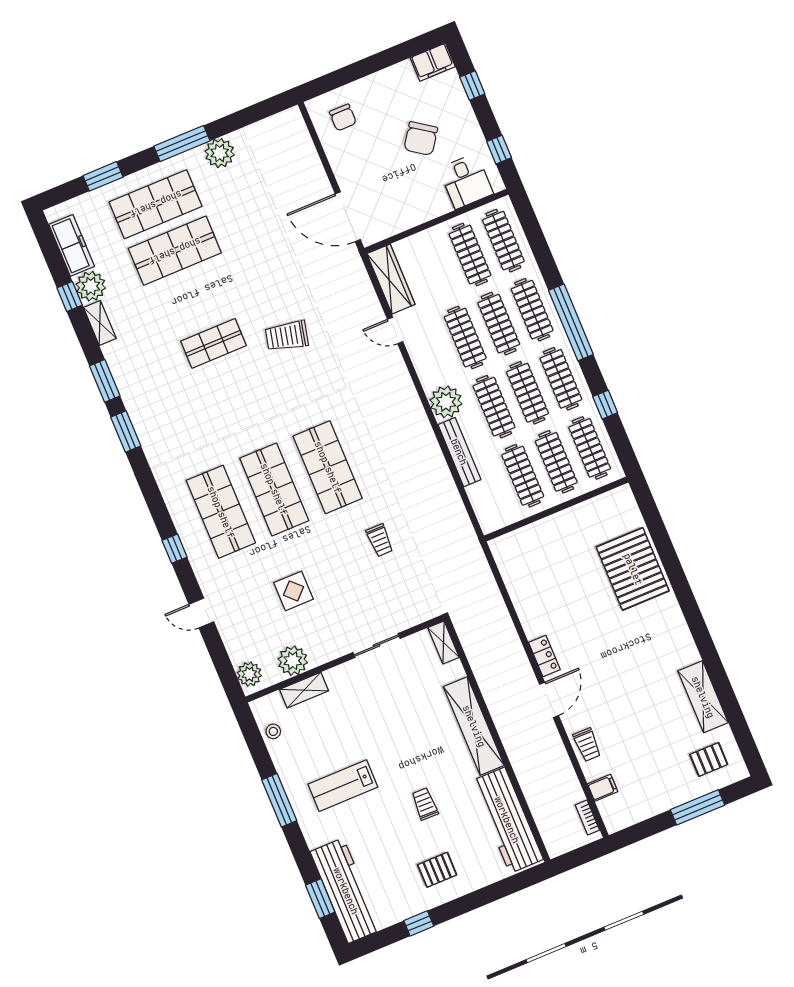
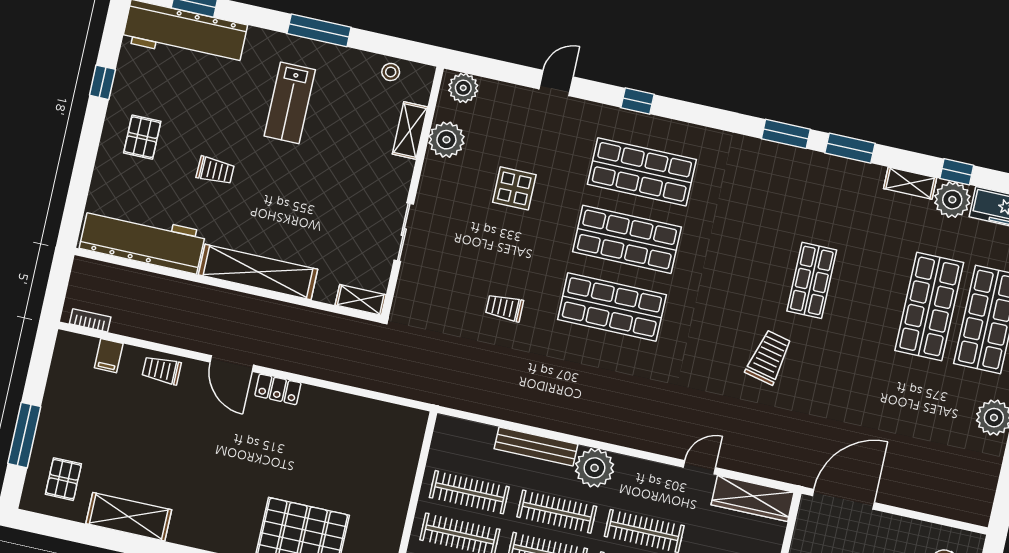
lab bench: (343, 786) -> (290, 103), turned 180

